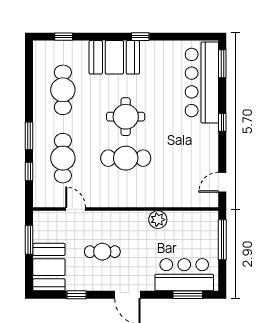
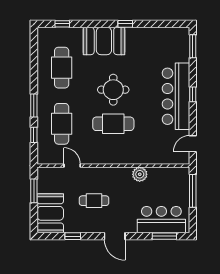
bar counter: (202, 83) -> (176, 96), moved

